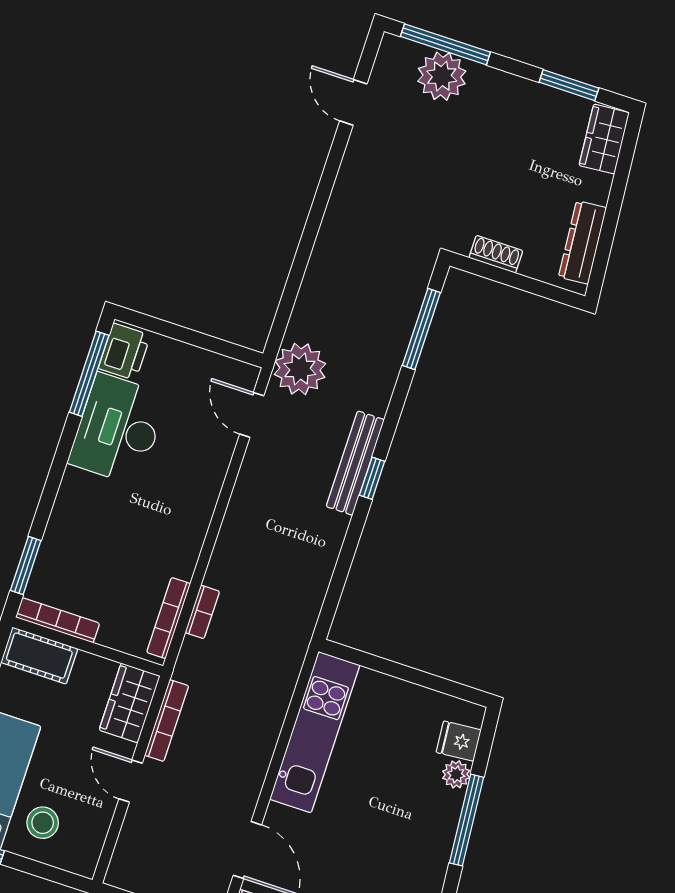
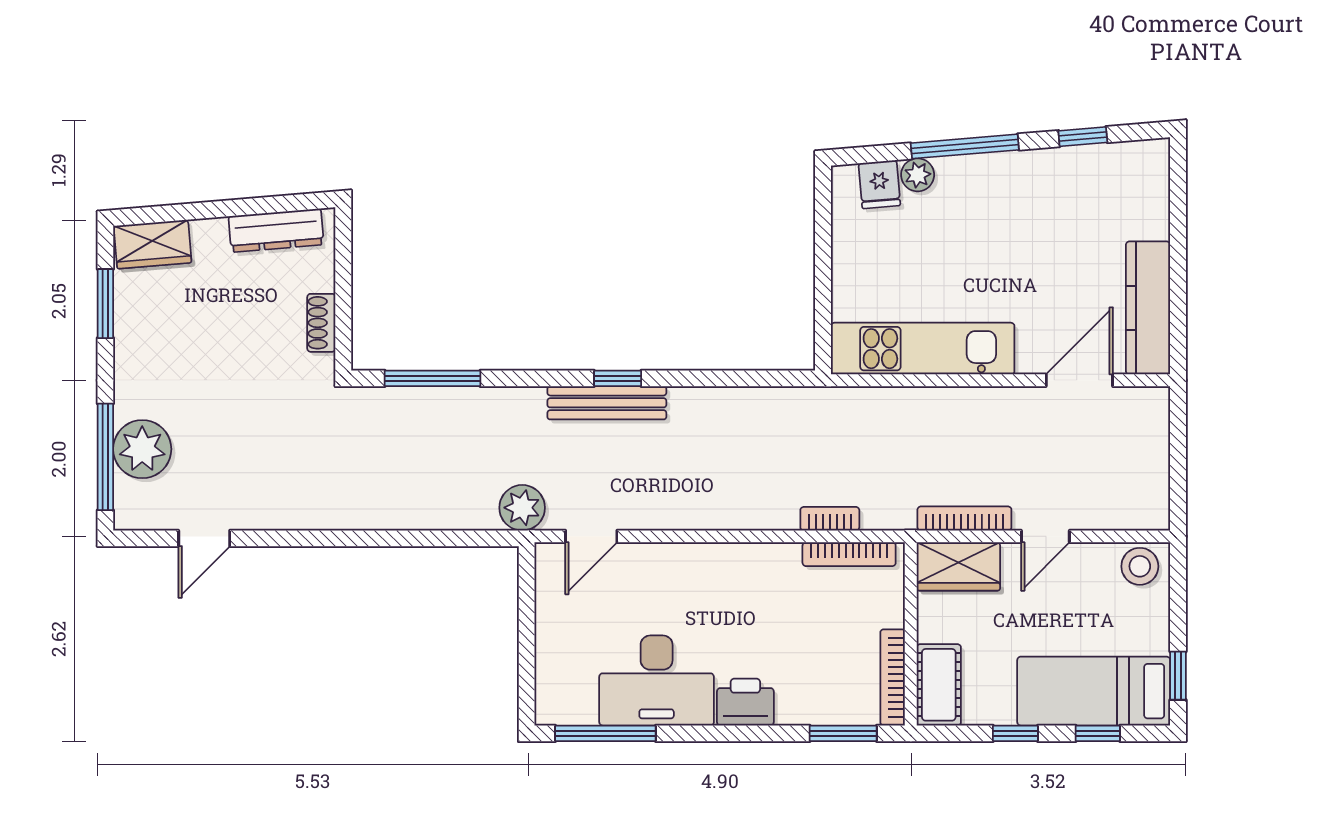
printer: (124, 352) -> (745, 702), moved
plant: (300, 369) -> (522, 508), width x0.73, depth x0.73
stool: (43, 823) -> (1140, 566), moved

